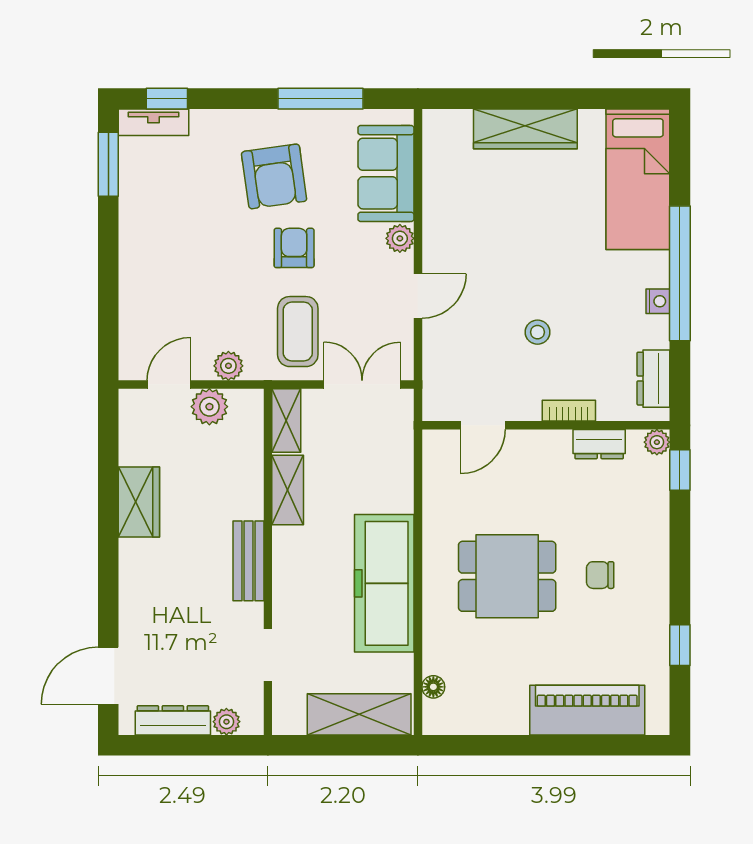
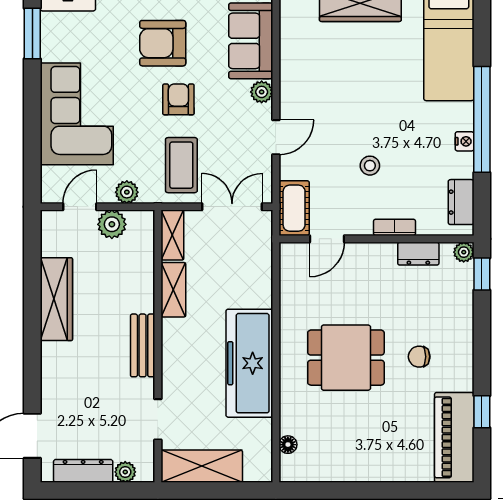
armchair: (274, 176) -> (163, 43), turned 98
corner sofa: (165, 266) -> (77, 114), added
cot: (441, 386) -> (294, 208), added
wardrobe: (139, 502) -> (56, 299), width x1.50
piano: (587, 710) -> (454, 437), moved, turned -90
shelving: (359, 714) -> (202, 466), moved

